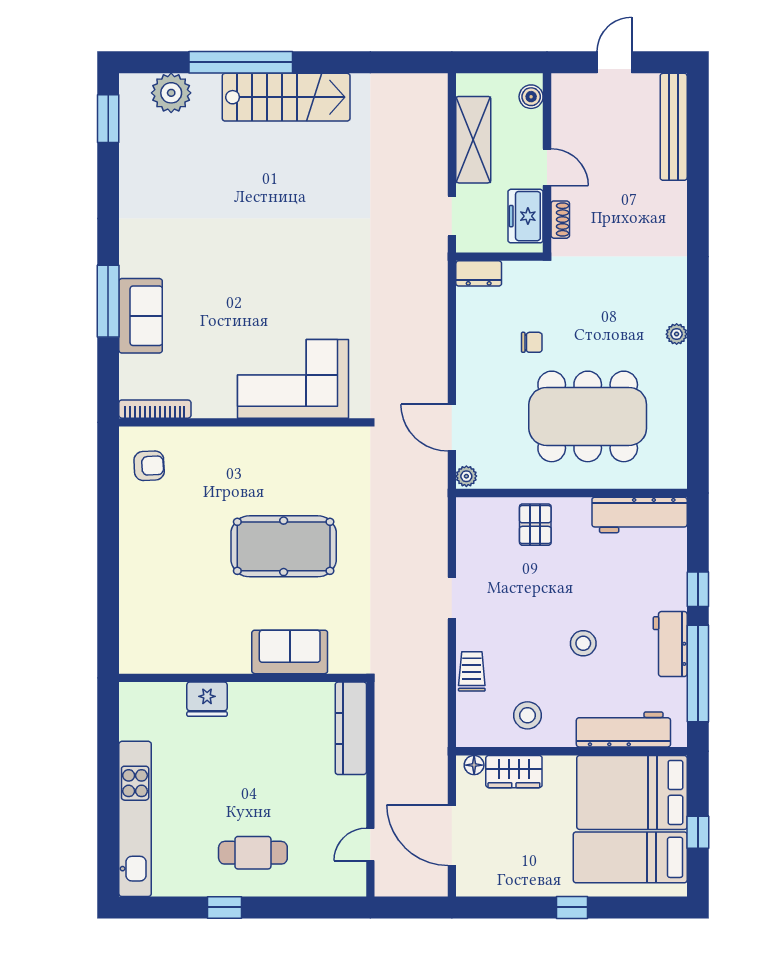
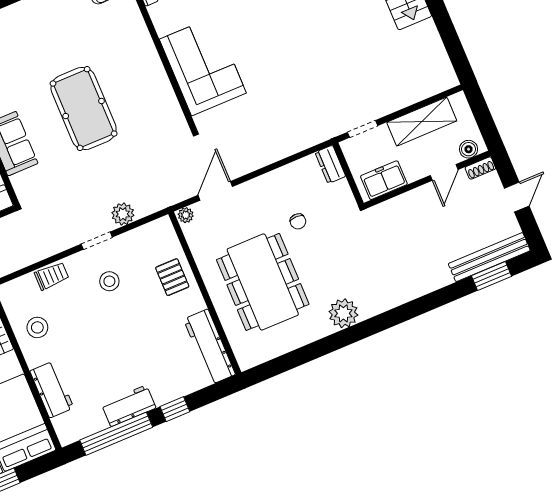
door: (614, 62) -> (517, 197), hinge flipped
window: (698, 134) -> (491, 276), added
door: (547, 167) -> (444, 172), moved
shoe rack: (560, 220) -> (480, 168), moved
plant: (677, 334) -> (343, 313), width x1.87, depth x1.87
pallet: (535, 525) -> (172, 277), turned 90
plant: (433, 553) -> (123, 214), added
stool: (583, 643) -> (109, 281), moved
workbench: (623, 729) -> (52, 389), width x0.73

